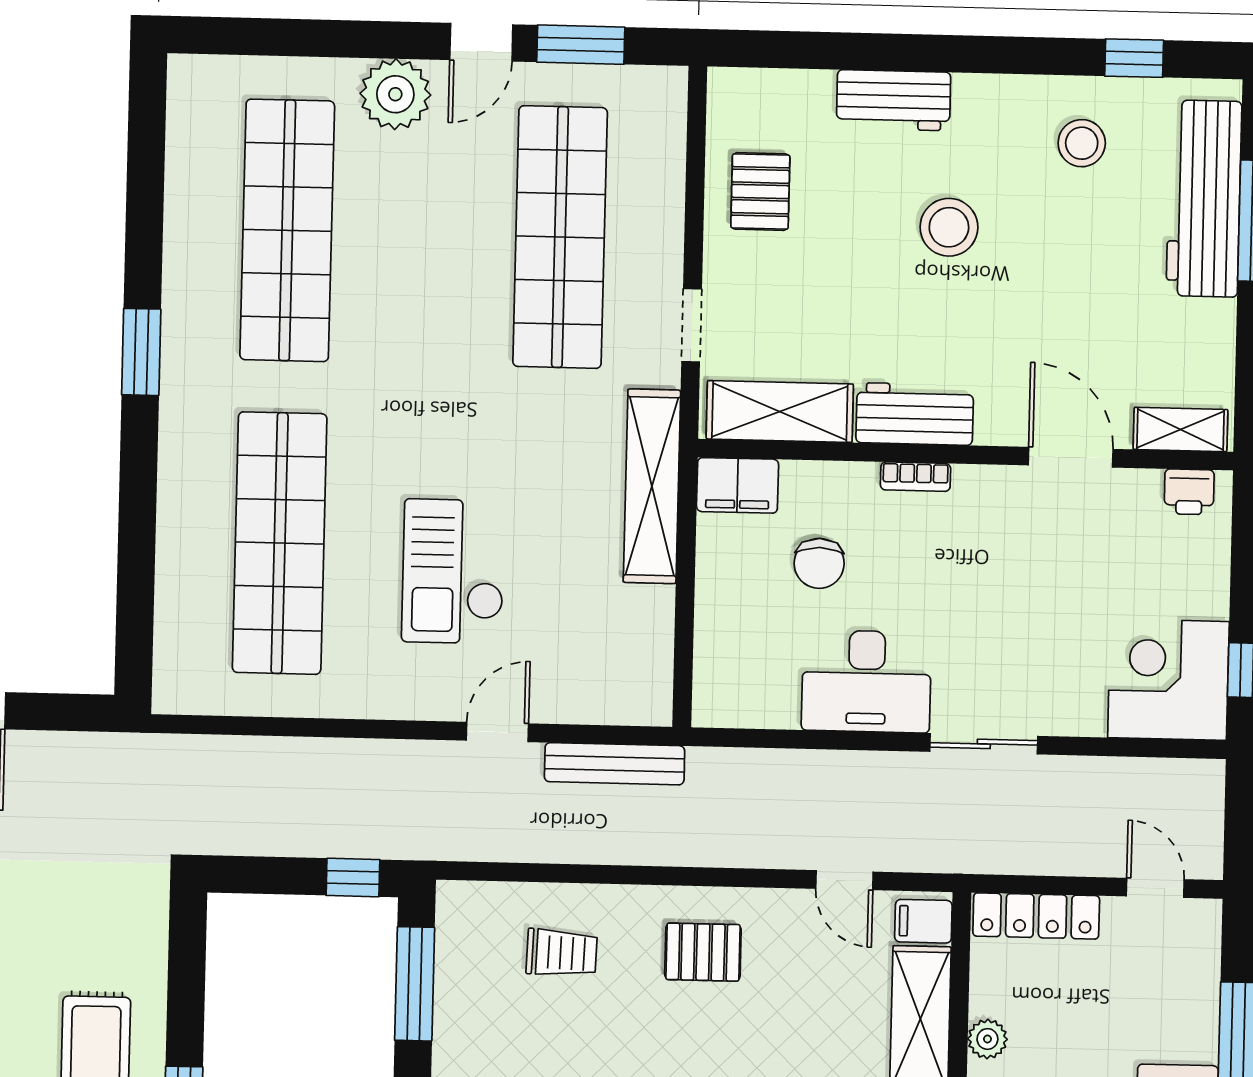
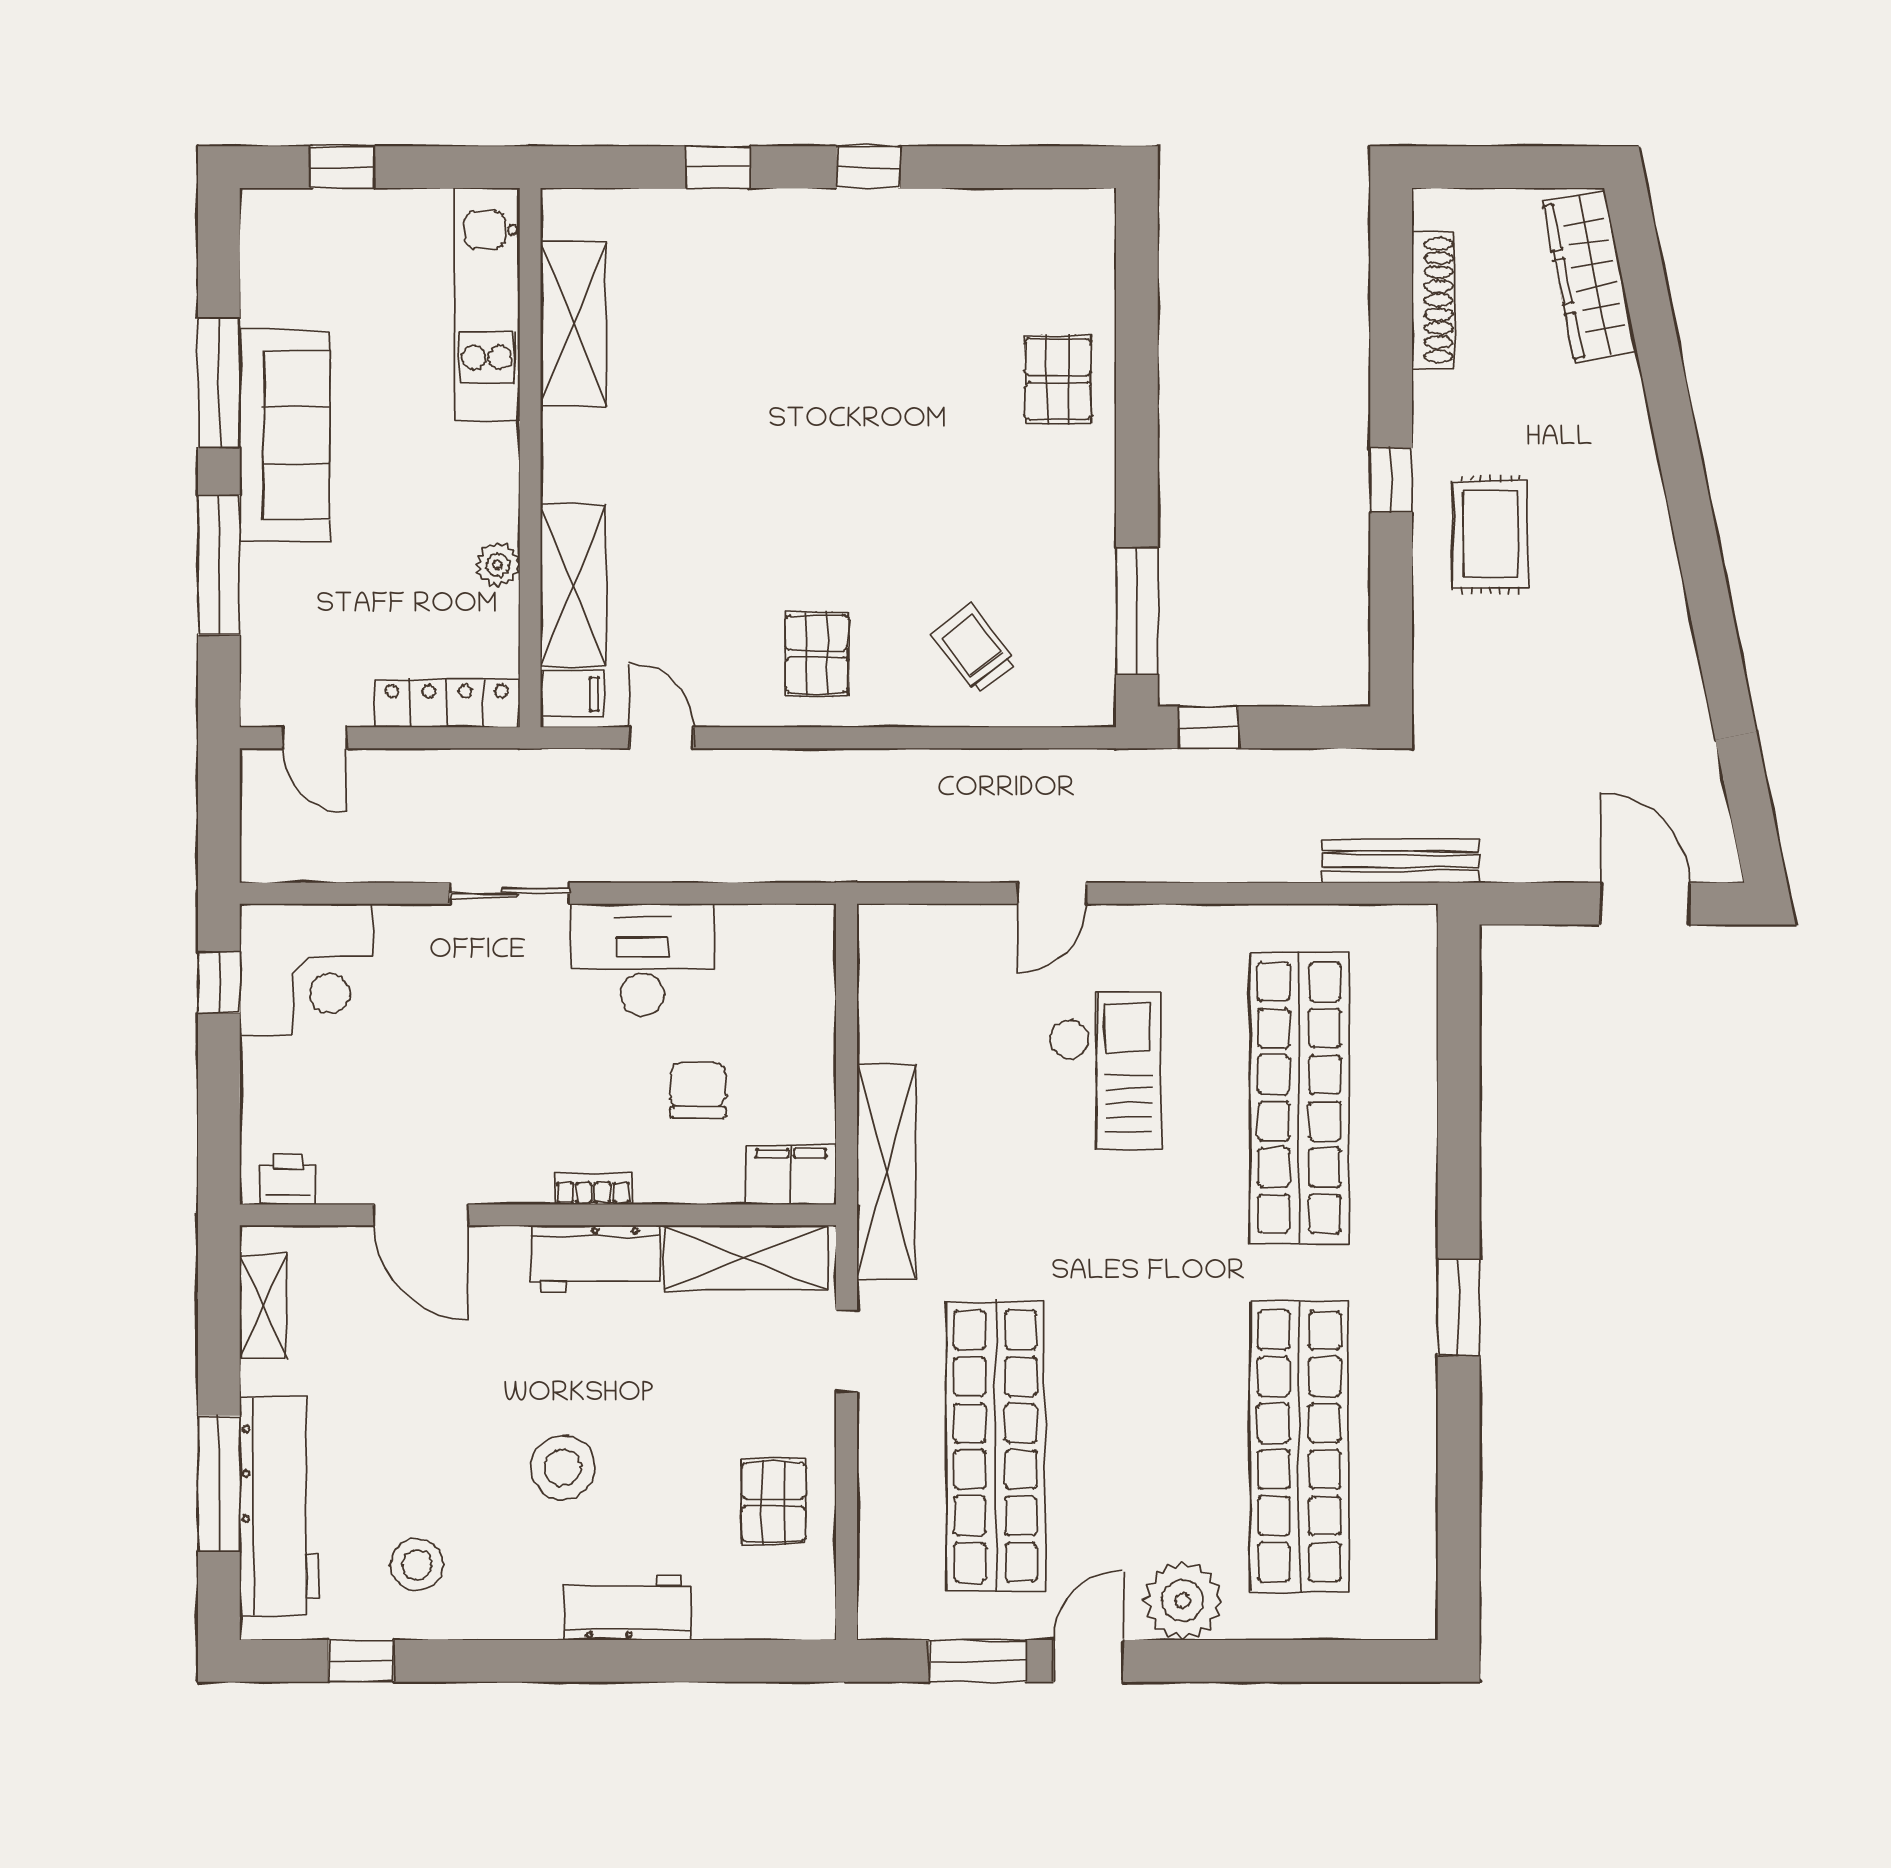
shelving: (1180, 429) -> (263, 1306), moved, turned 90
bench: (615, 764) -> (1400, 861), moved
pallet: (703, 952) -> (817, 654), turned 90
trolley: (562, 953) -> (974, 649), turned 50

